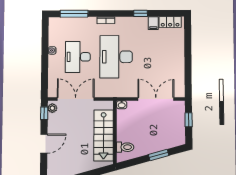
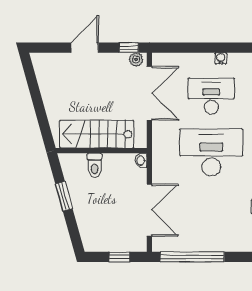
window: (188, 70) -> (192, 257), added
door: (44, 144) -> (85, 48), swing flipped
toilet: (125, 147) -> (94, 165), moved
window: (159, 155) -> (64, 196), moved

